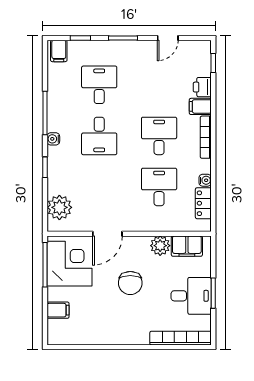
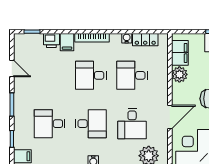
desk: (99, 187) -> (132, 124), added
door: (107, 234) -> (170, 117), hinge flipped

